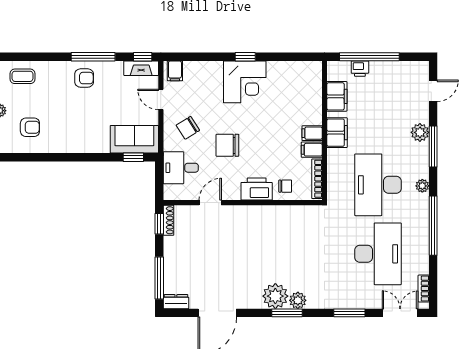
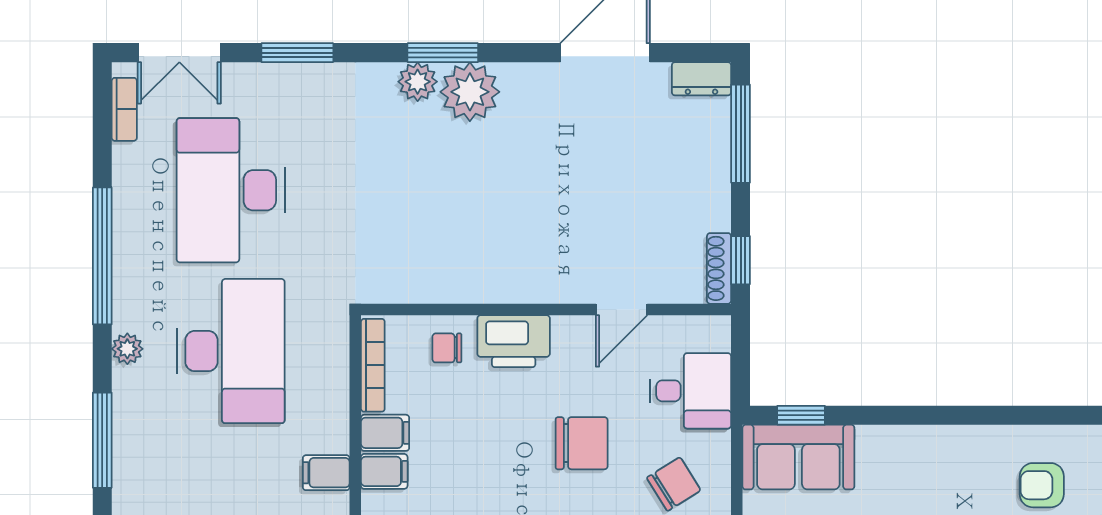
plant: (420, 132) -> (133, 473), removed
filing cabinet: (337, 133) -> (326, 473), width x0.50

